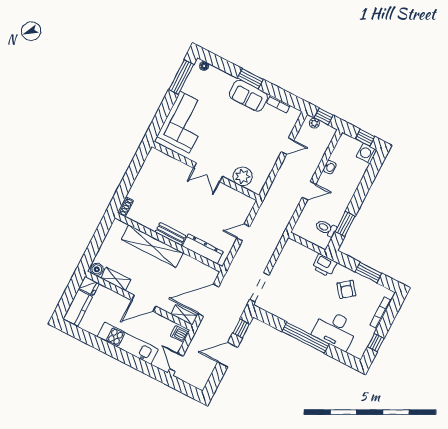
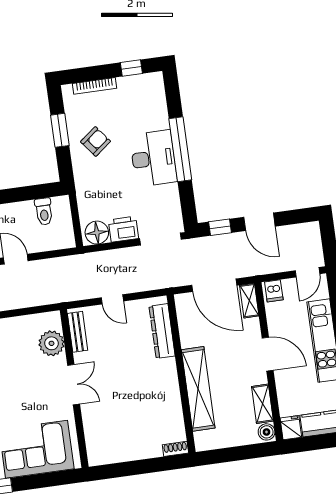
window: (345, 224) -> (25, 194), removed
bench: (171, 234) -> (78, 332), moved
floor lamp: (290, 251) -> (97, 233), added
printer: (324, 265) -> (123, 229), moved, turned -90
desk: (335, 330) -> (153, 158), moved

